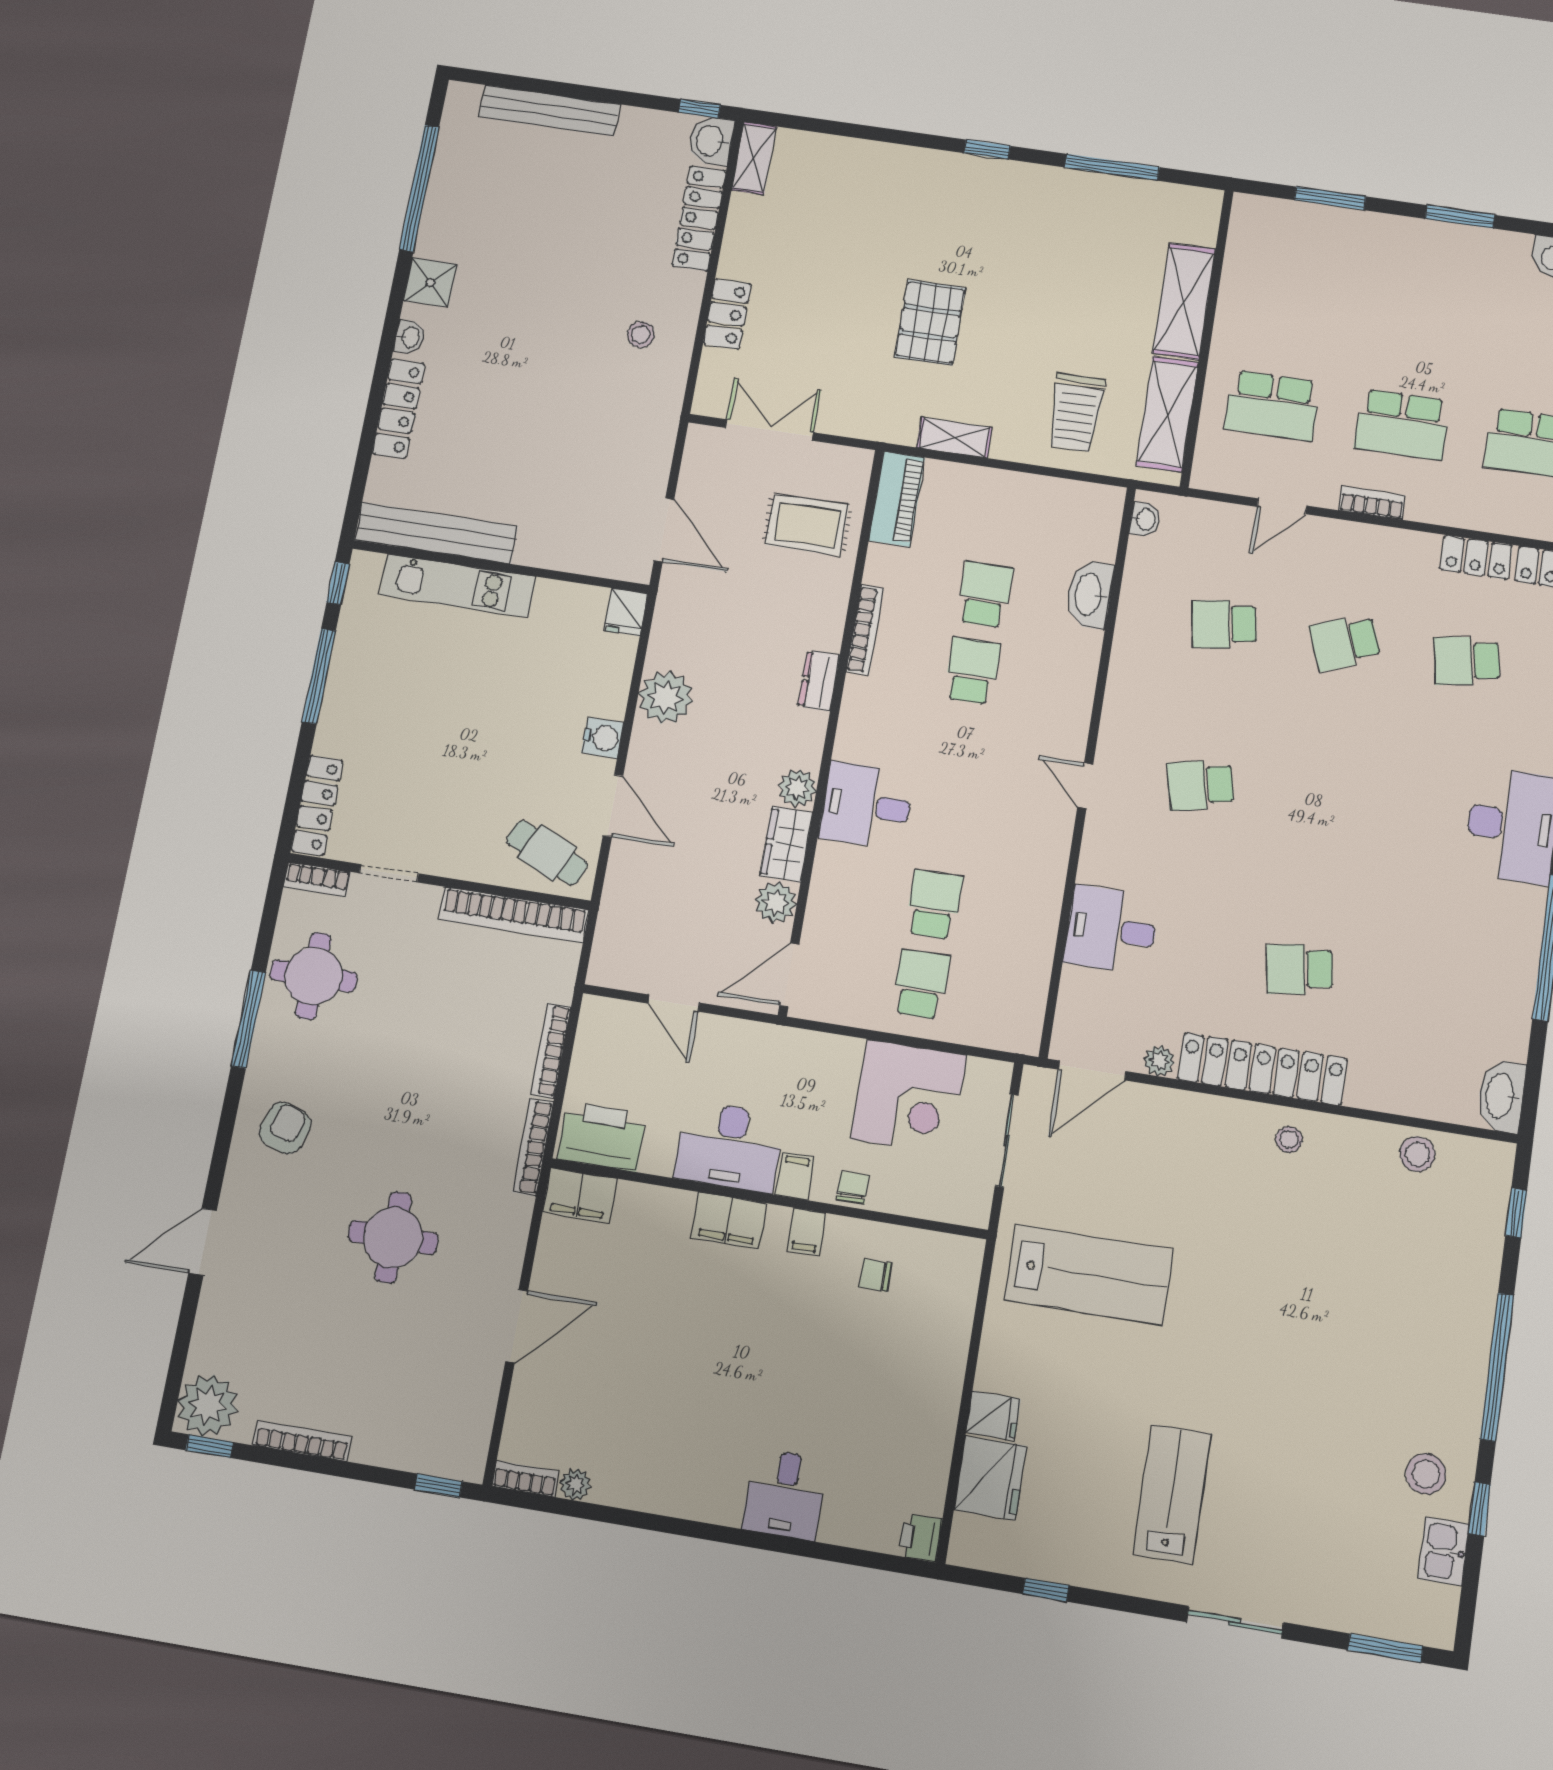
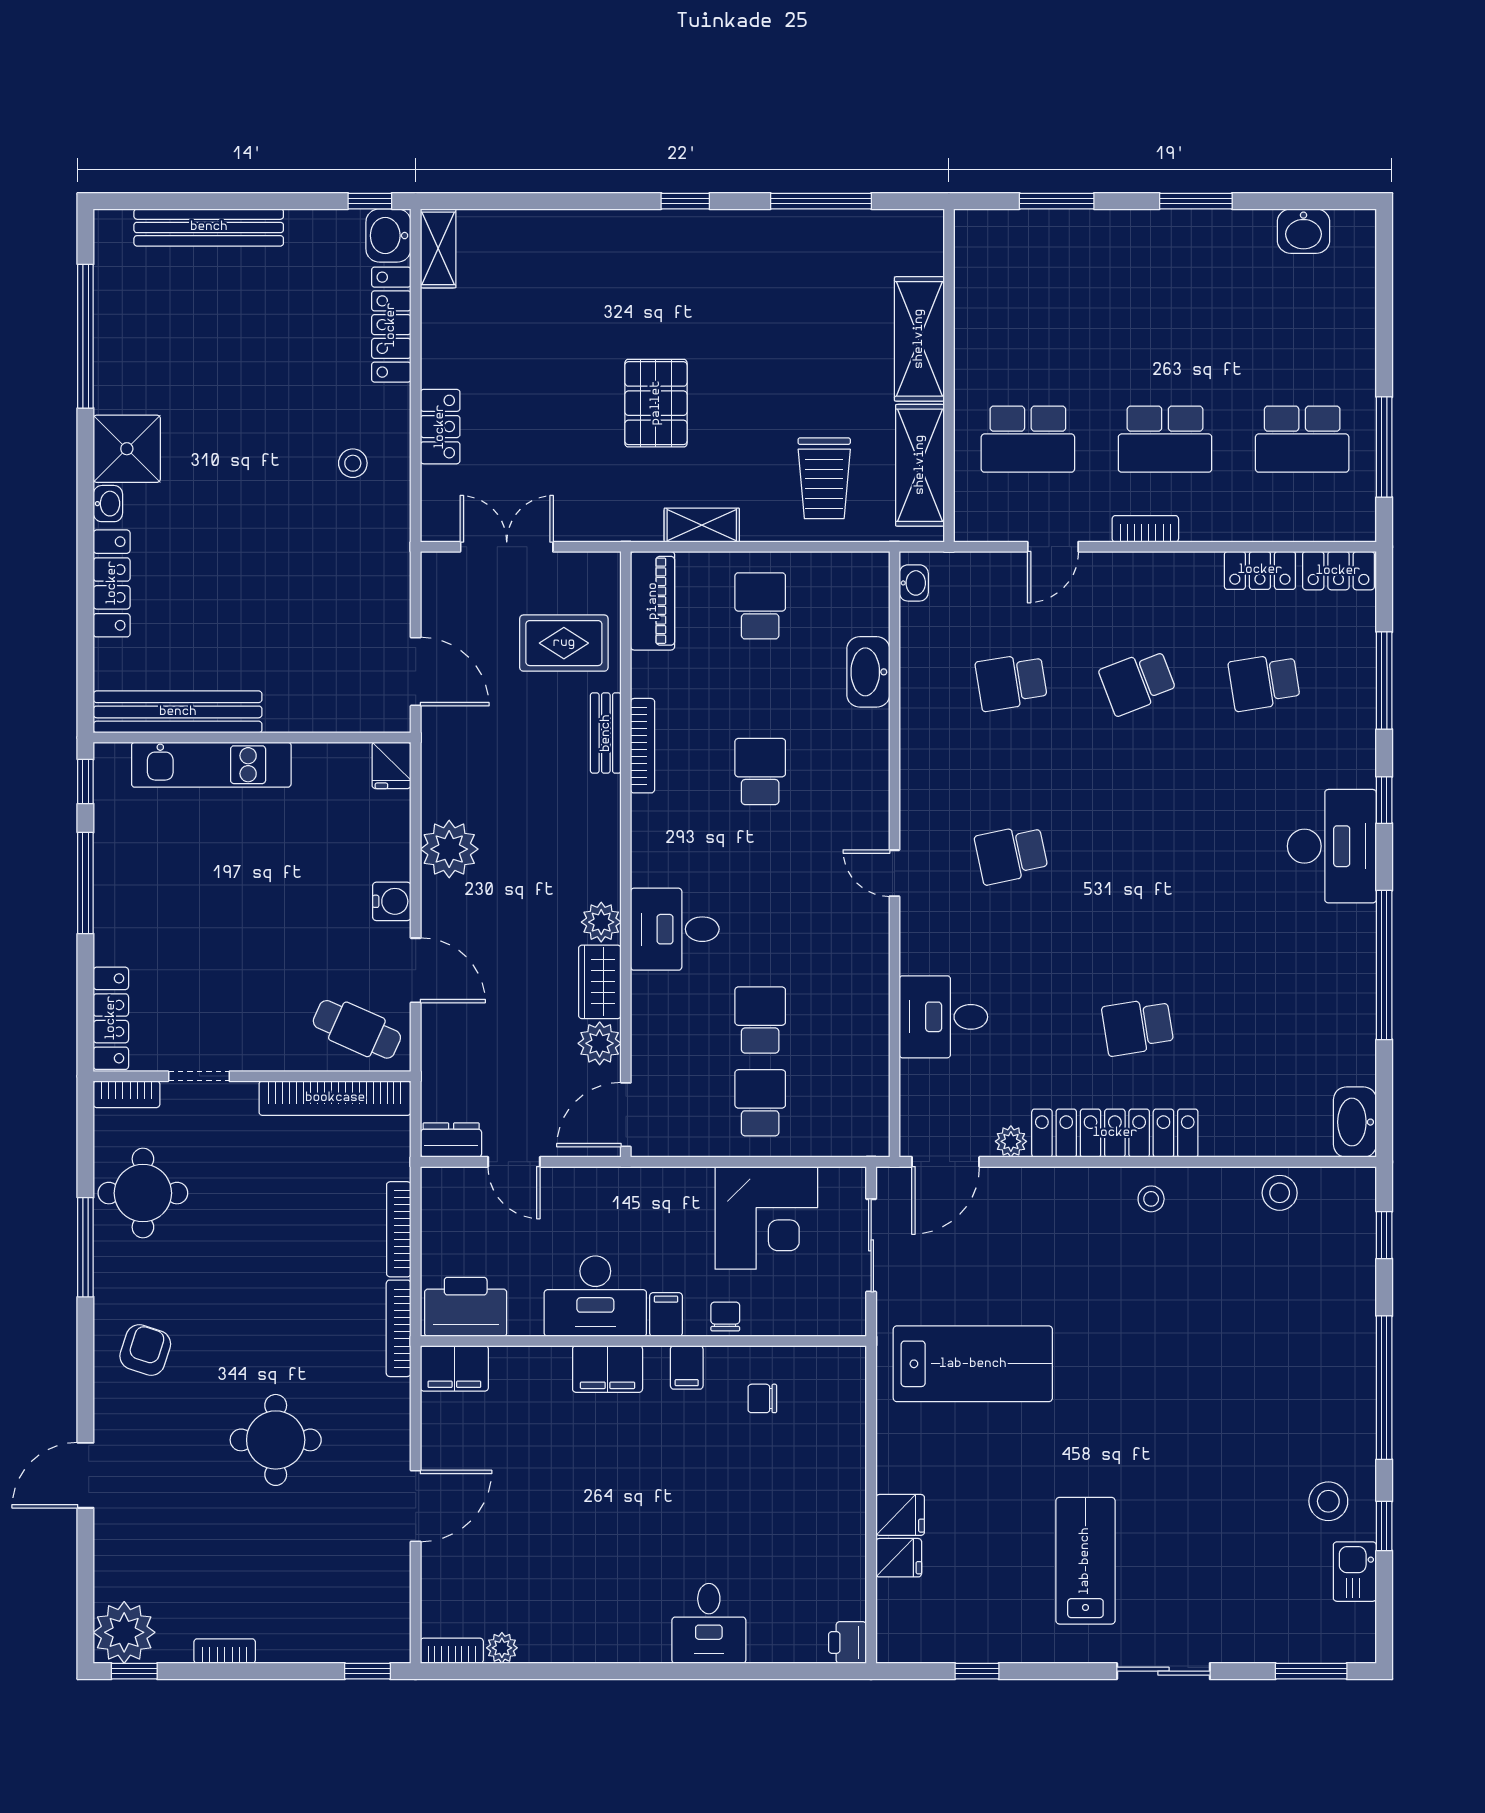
shower: (430, 282) -> (127, 449), width x1.36, depth x1.36
school desk: (985, 594) -> (760, 606), moved
bench: (832, 613) -> (606, 733), added
dresser: (819, 681) -> (451, 1140), moved, turned 90
bookcase: (302, 1441) -> (225, 1651), width x0.64
fridge: (990, 1478) -> (899, 1558), width x0.53, depth x0.75

